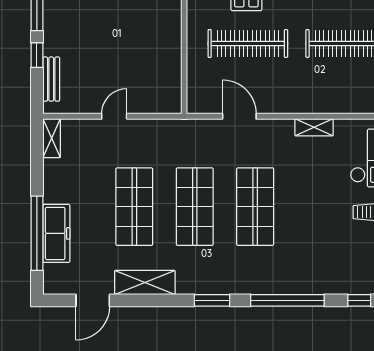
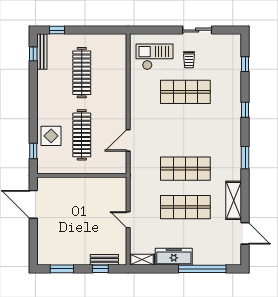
window: (37, 55) -> (100, 269), moved
shelving: (314, 127) -> (135, 93), removed
shop shelf: (255, 207) -> (185, 92), moved
freezer: (56, 233) -> (174, 257), moved
window: (287, 300) -> (245, 110), width x0.32

